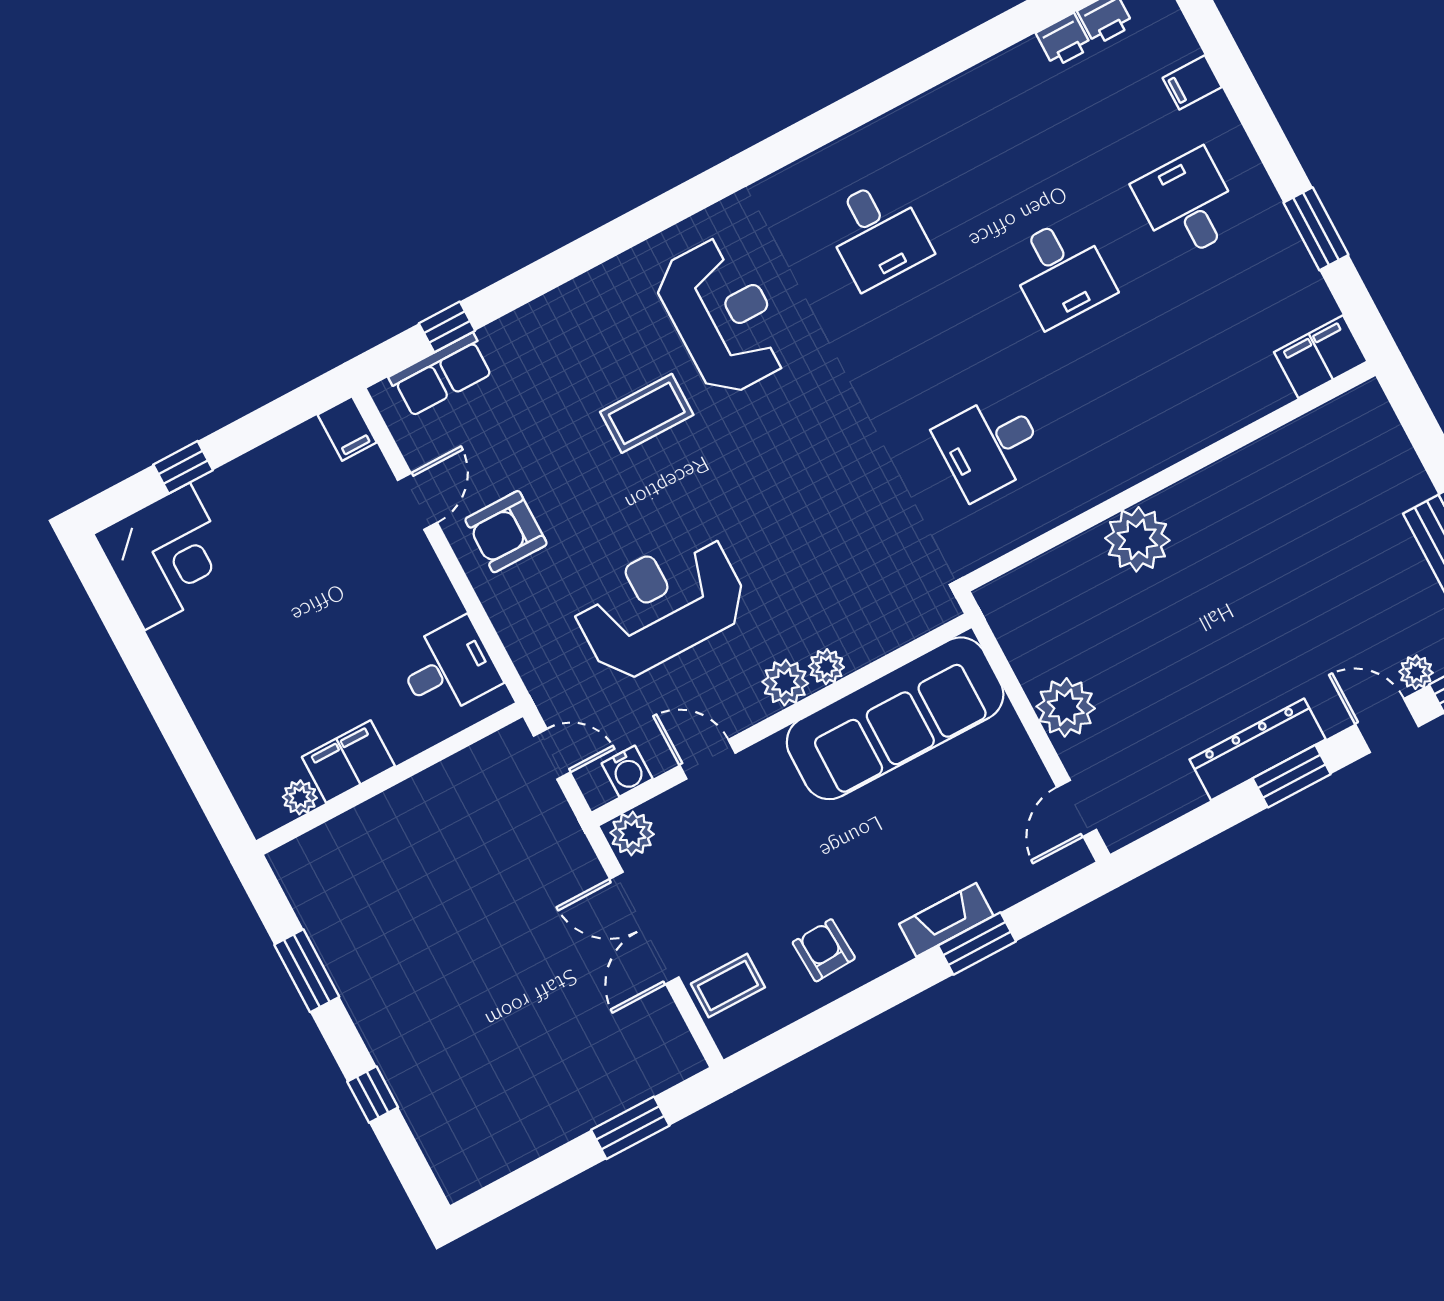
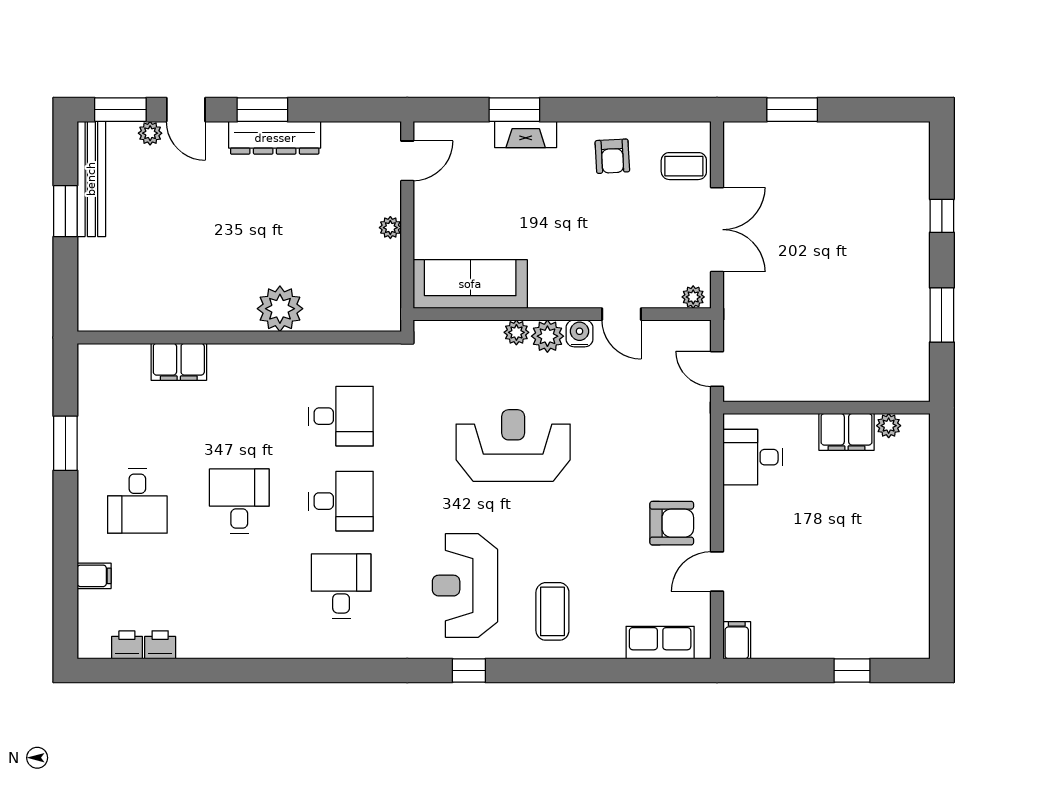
window: (447, 327) -> (469, 671), moved
desk: (933, 340) -> (341, 501), added
filing cabinet: (1321, 357) -> (179, 362), moved
coffee table: (647, 413) -> (552, 611), moved, turned 90
corner desk: (167, 556) -> (891, 620), removed
reception desk: (660, 605) -> (513, 446), moved, turned 180
plant: (1066, 707) -> (390, 228), width x0.53, depth x0.53
sofa: (895, 718) -> (470, 284), width x0.74, depth x0.79
water cooler: (627, 771) -> (580, 333), moved
plant: (632, 834) -> (693, 297), width x0.73, depth x0.73

